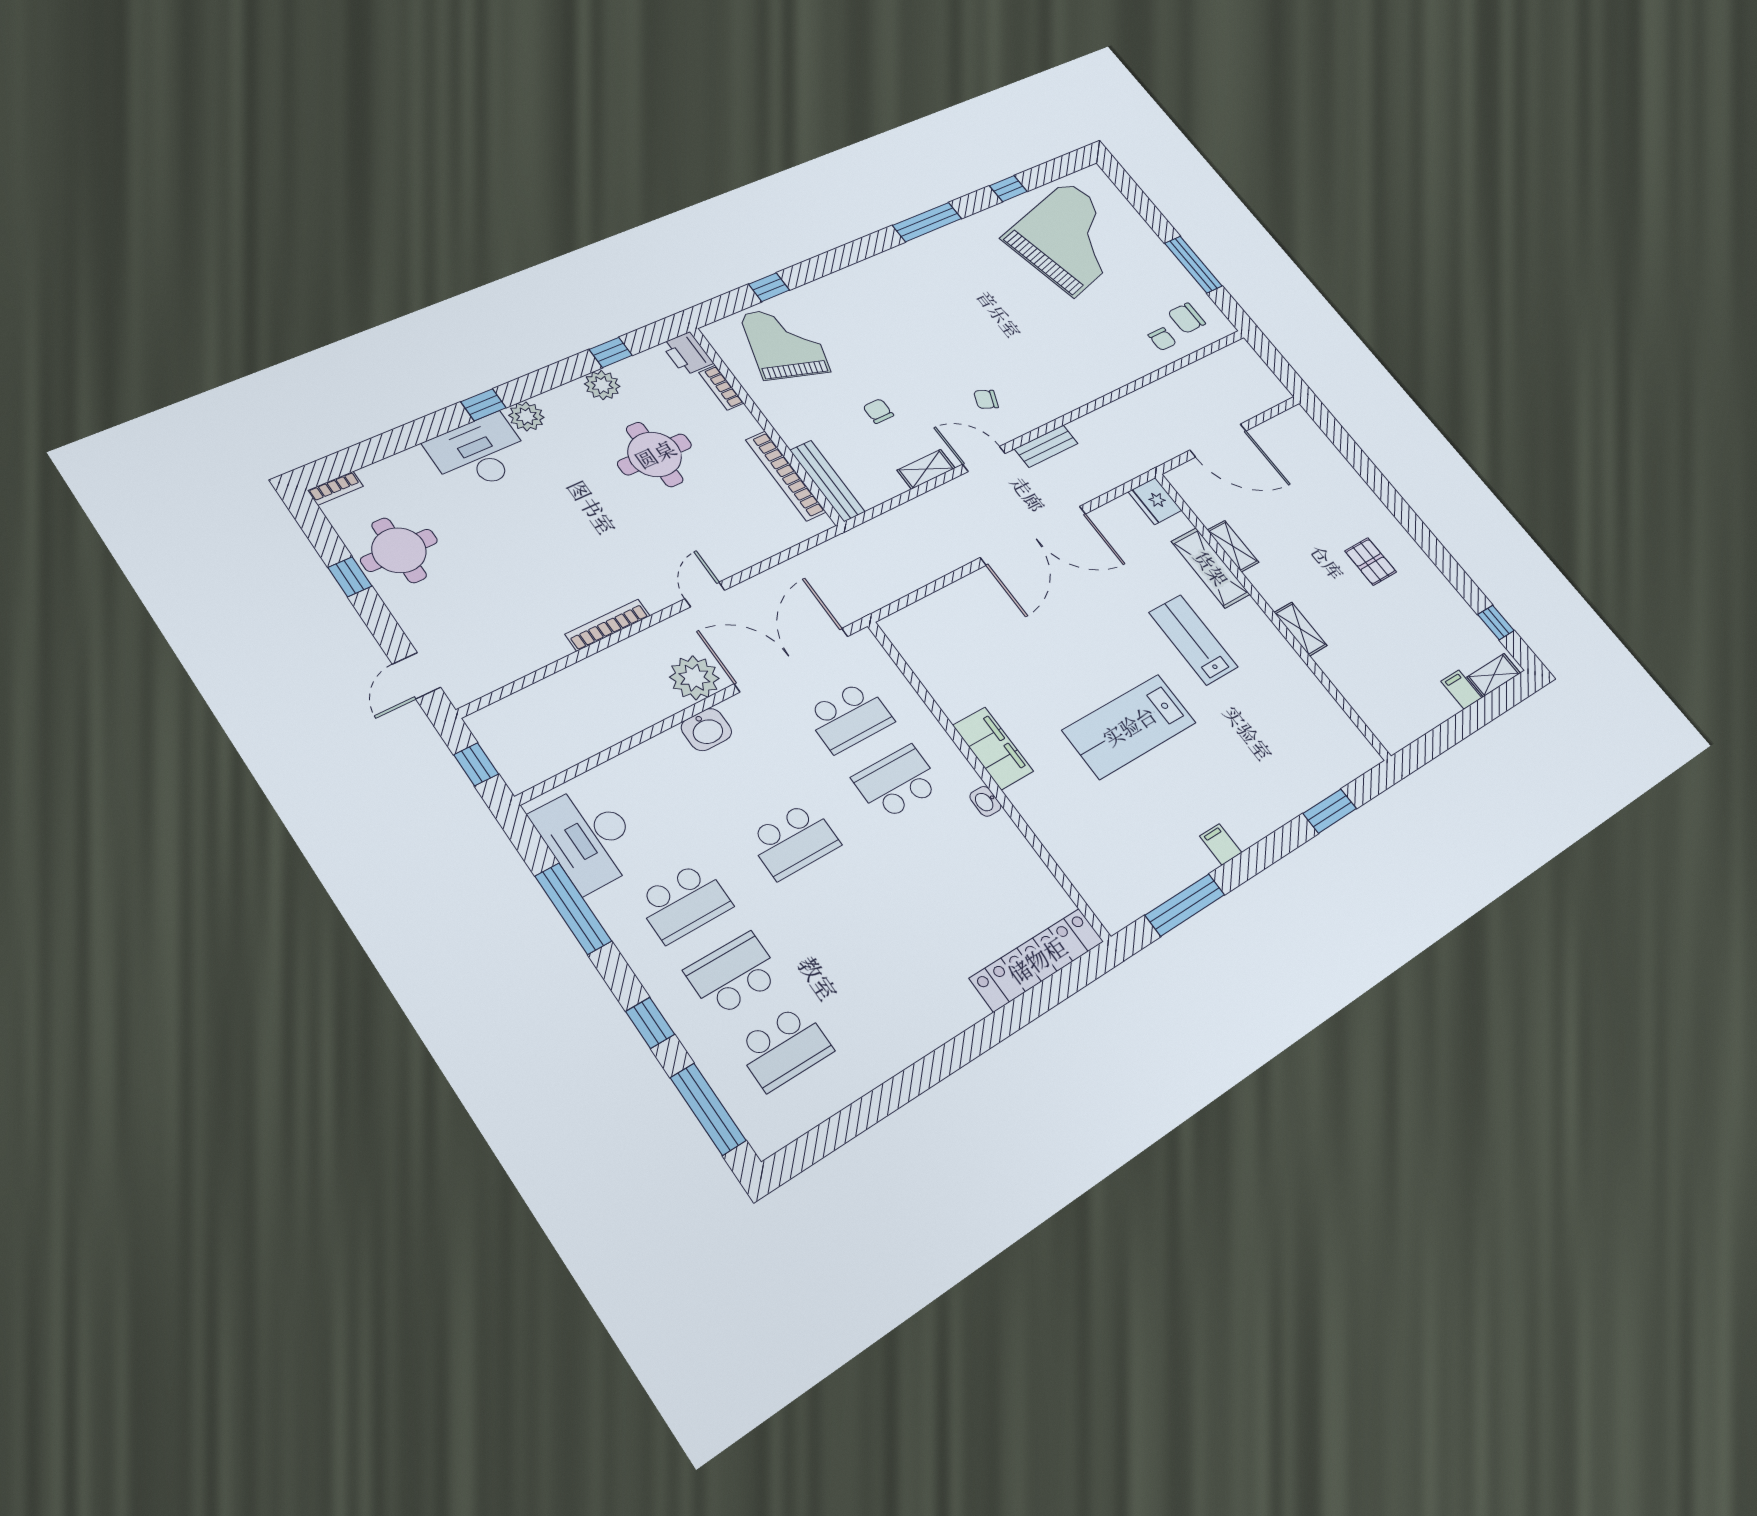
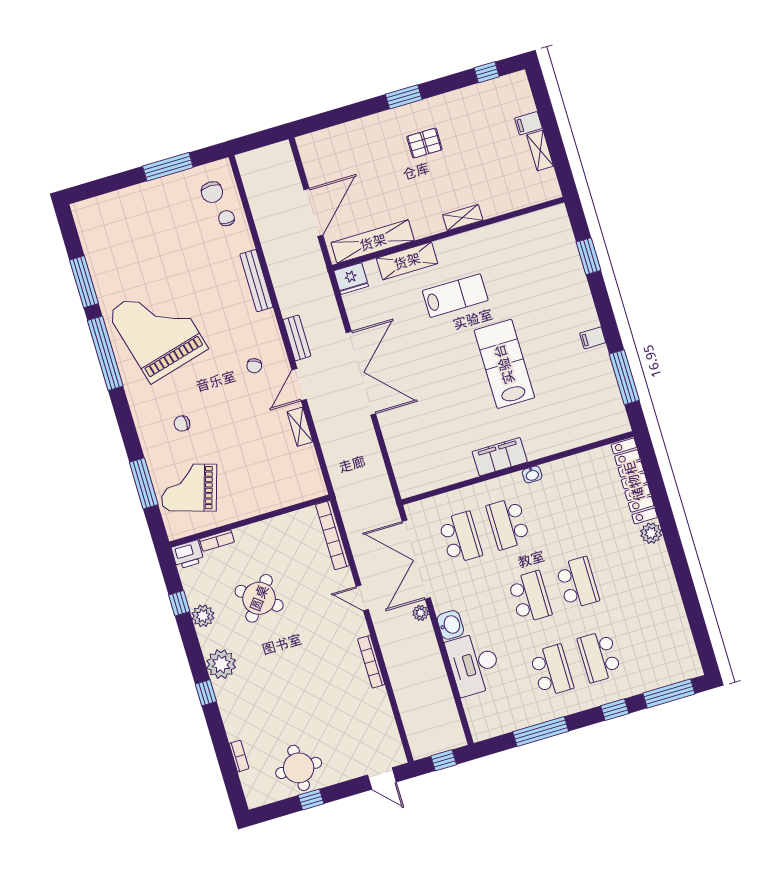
window: (1008, 189) -> (84, 282), width x2.17
window: (927, 222) -> (105, 353), width x1.46
grand piano: (1071, 238) -> (158, 330), moved
window: (769, 287) -> (144, 483), width x2.17
chair: (1162, 339) -> (226, 218), turned -90
chair: (878, 411) -> (182, 424), moved
plant: (526, 416) -> (221, 664), width x1.36, depth x1.36
desk: (479, 453) -> (240, 705), removed
round table: (655, 454) -> (259, 598), turned 38
bookcase: (786, 476) -> (333, 535), moved, turned 90
bench: (827, 481) -> (256, 281), moved, turned 90
bookcase: (335, 488) -> (239, 756), moved
window: (1414, 525) -> (404, 97), added
shelving: (1233, 546) -> (373, 242), width x2.20, depth x1.33
lab bench: (1193, 640) -> (455, 296), turned 180
shelving: (1494, 675) -> (540, 150), moved
plant: (694, 678) -> (421, 613), width x0.53, depth x0.53
lab bench: (1129, 726) -> (504, 364), turned 180
desk: (589, 837) -> (474, 664), moved, turned 90
plant: (966, 1008) -> (651, 533), added
school desk: (784, 1048) -> (577, 583), moved

